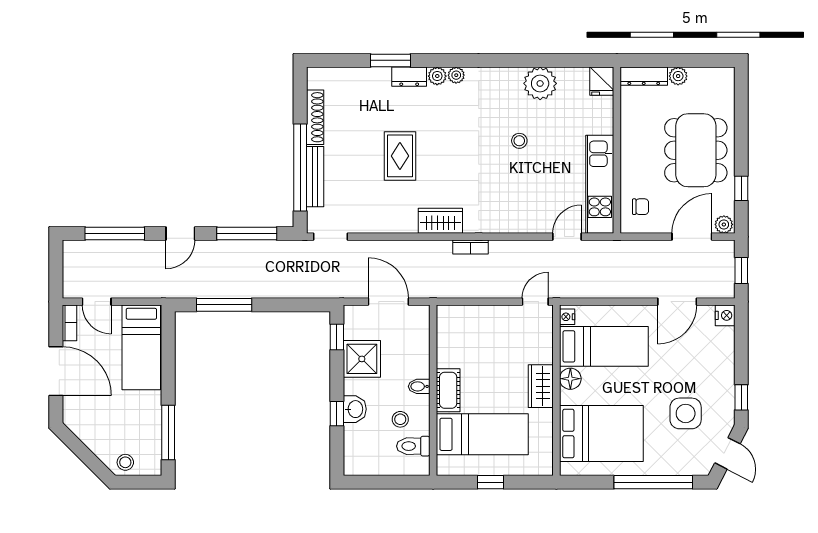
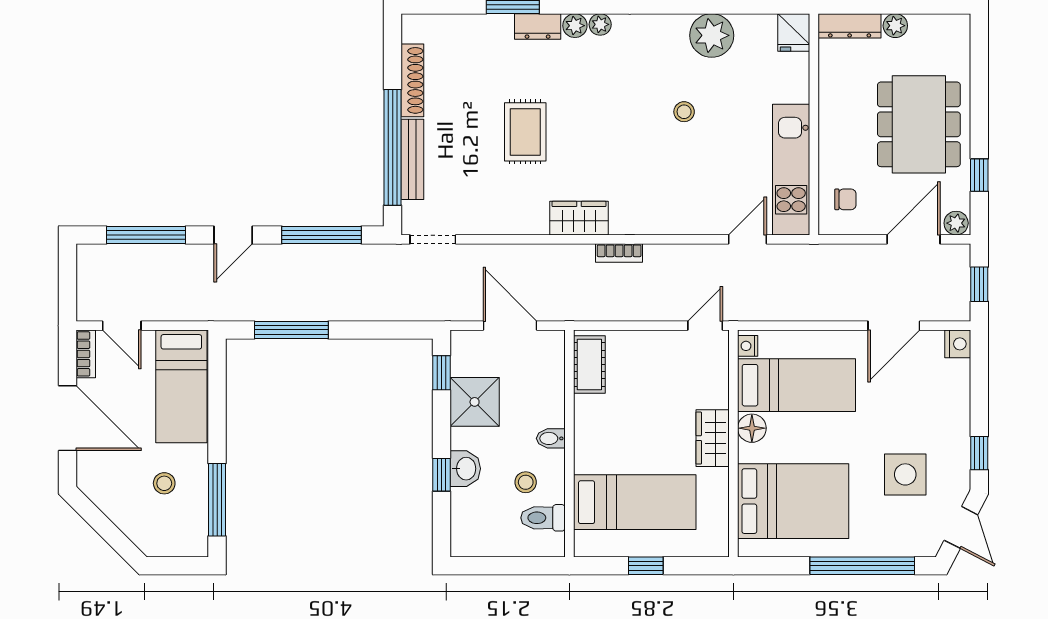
cot: (448, 390) -> (589, 365), moved
stool: (125, 462) -> (164, 483), moved

